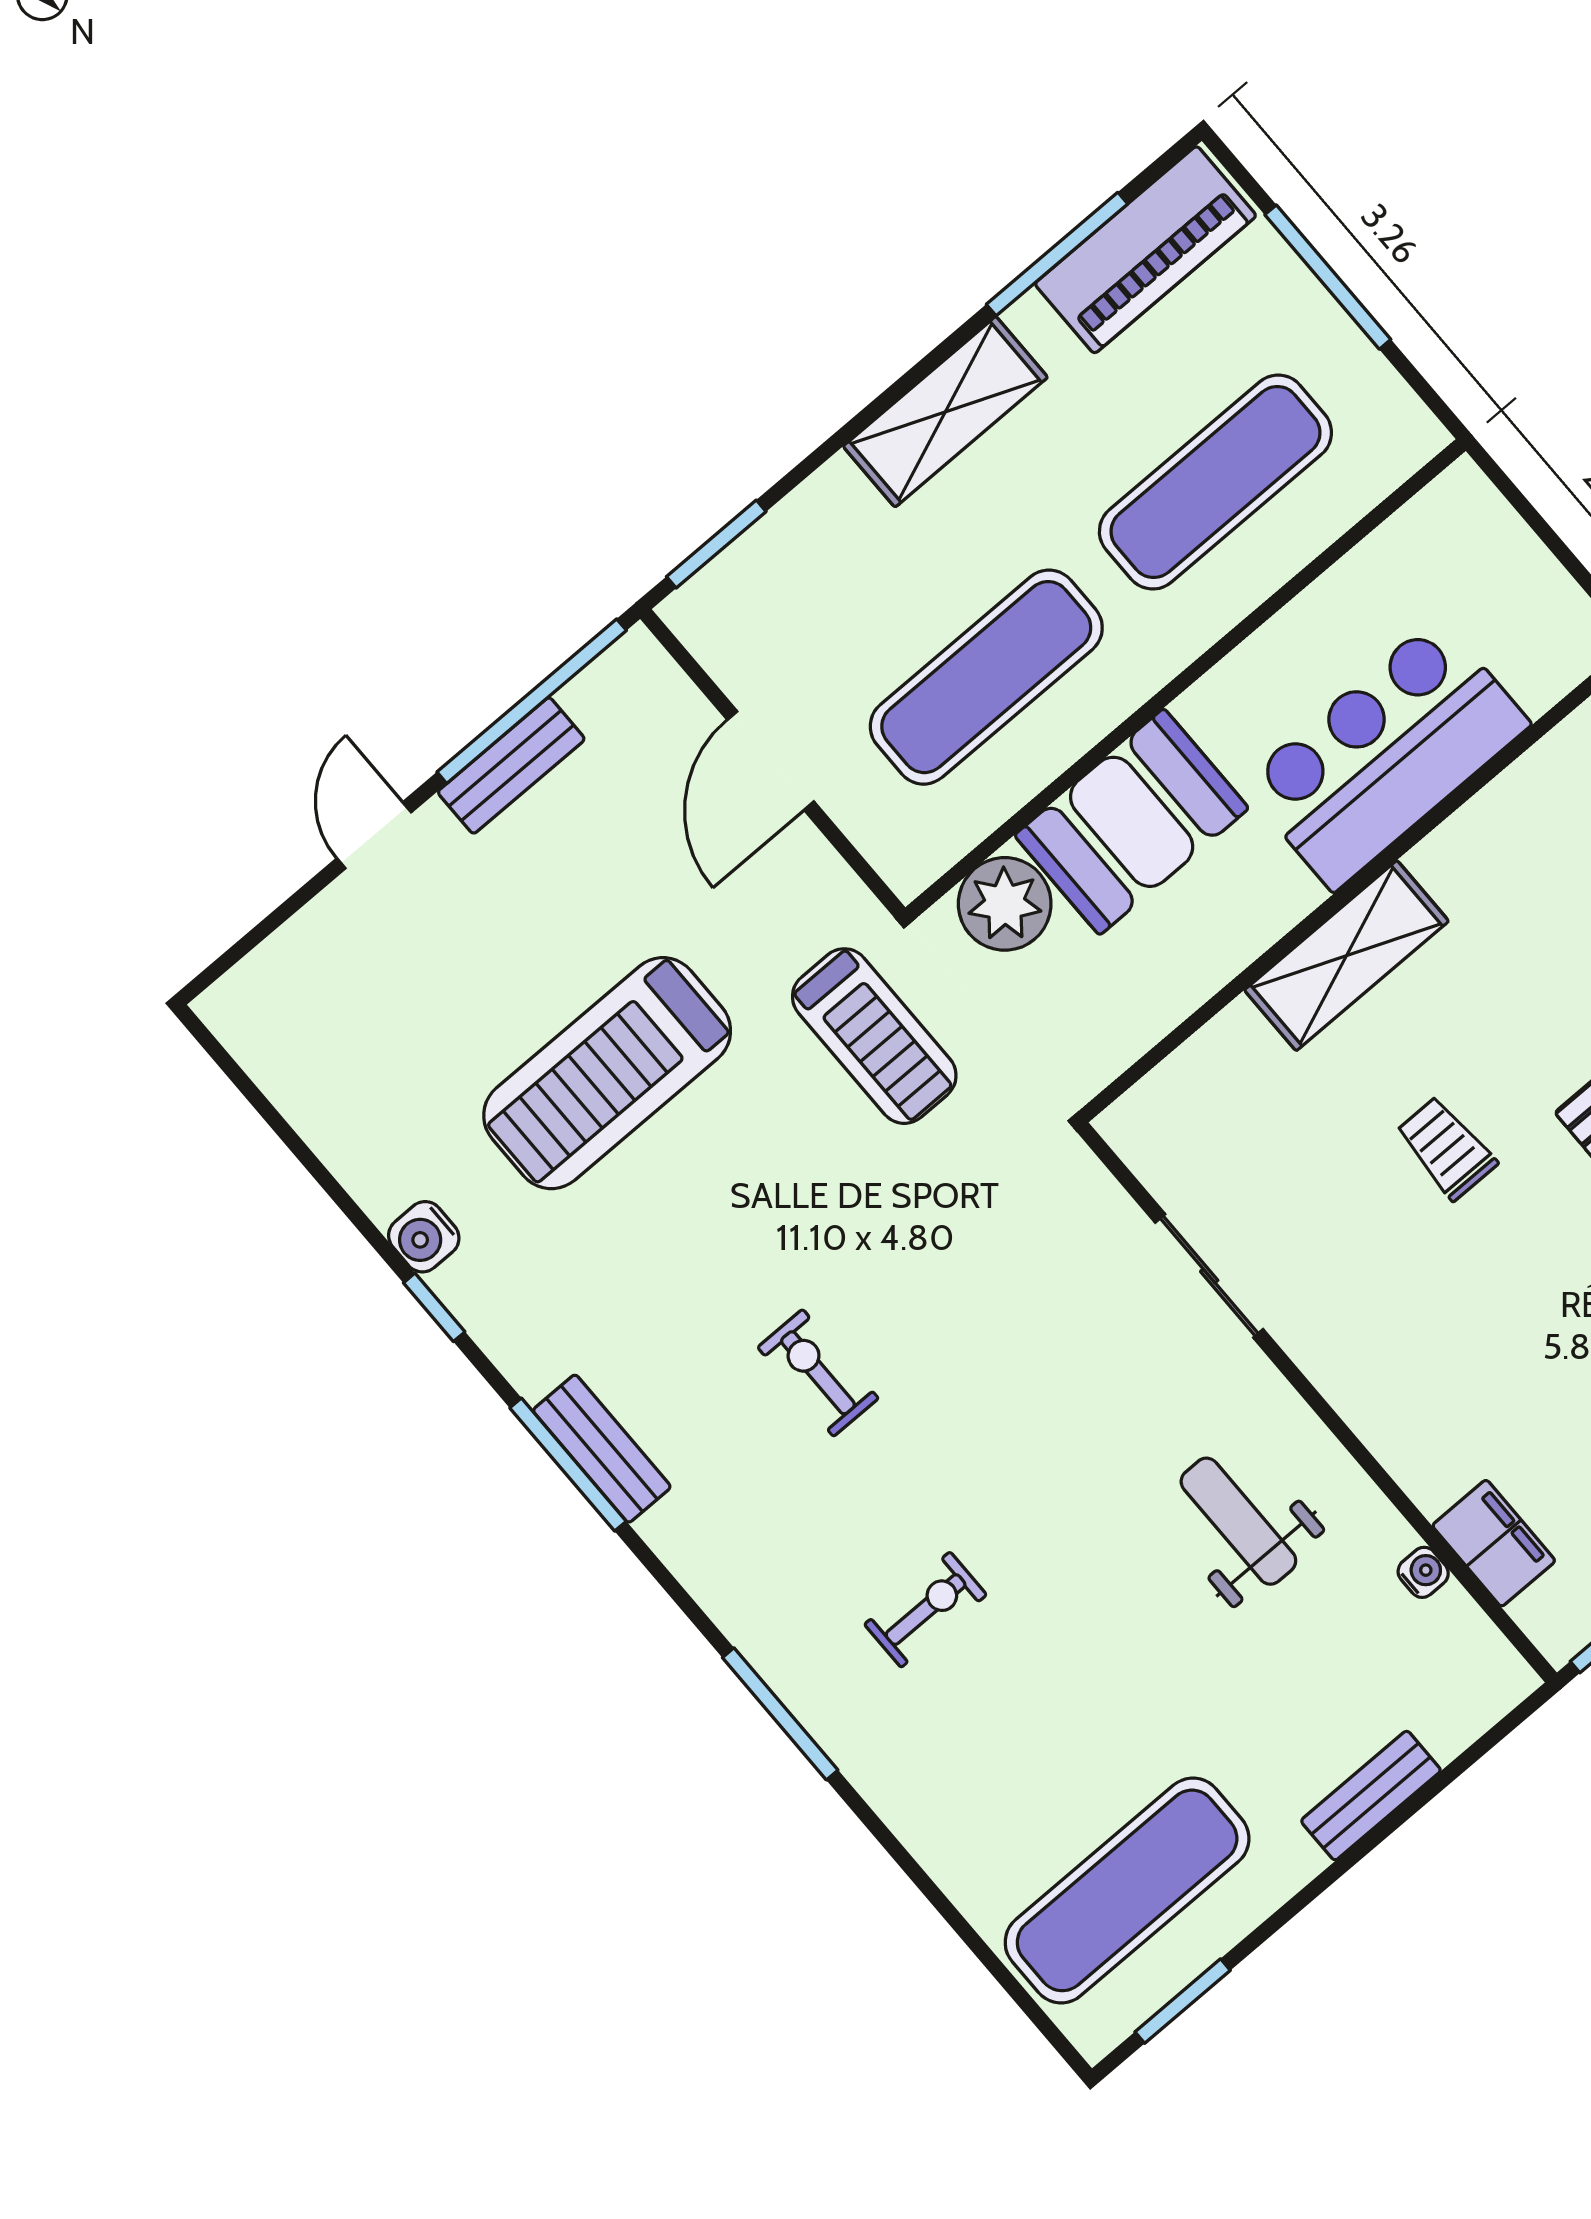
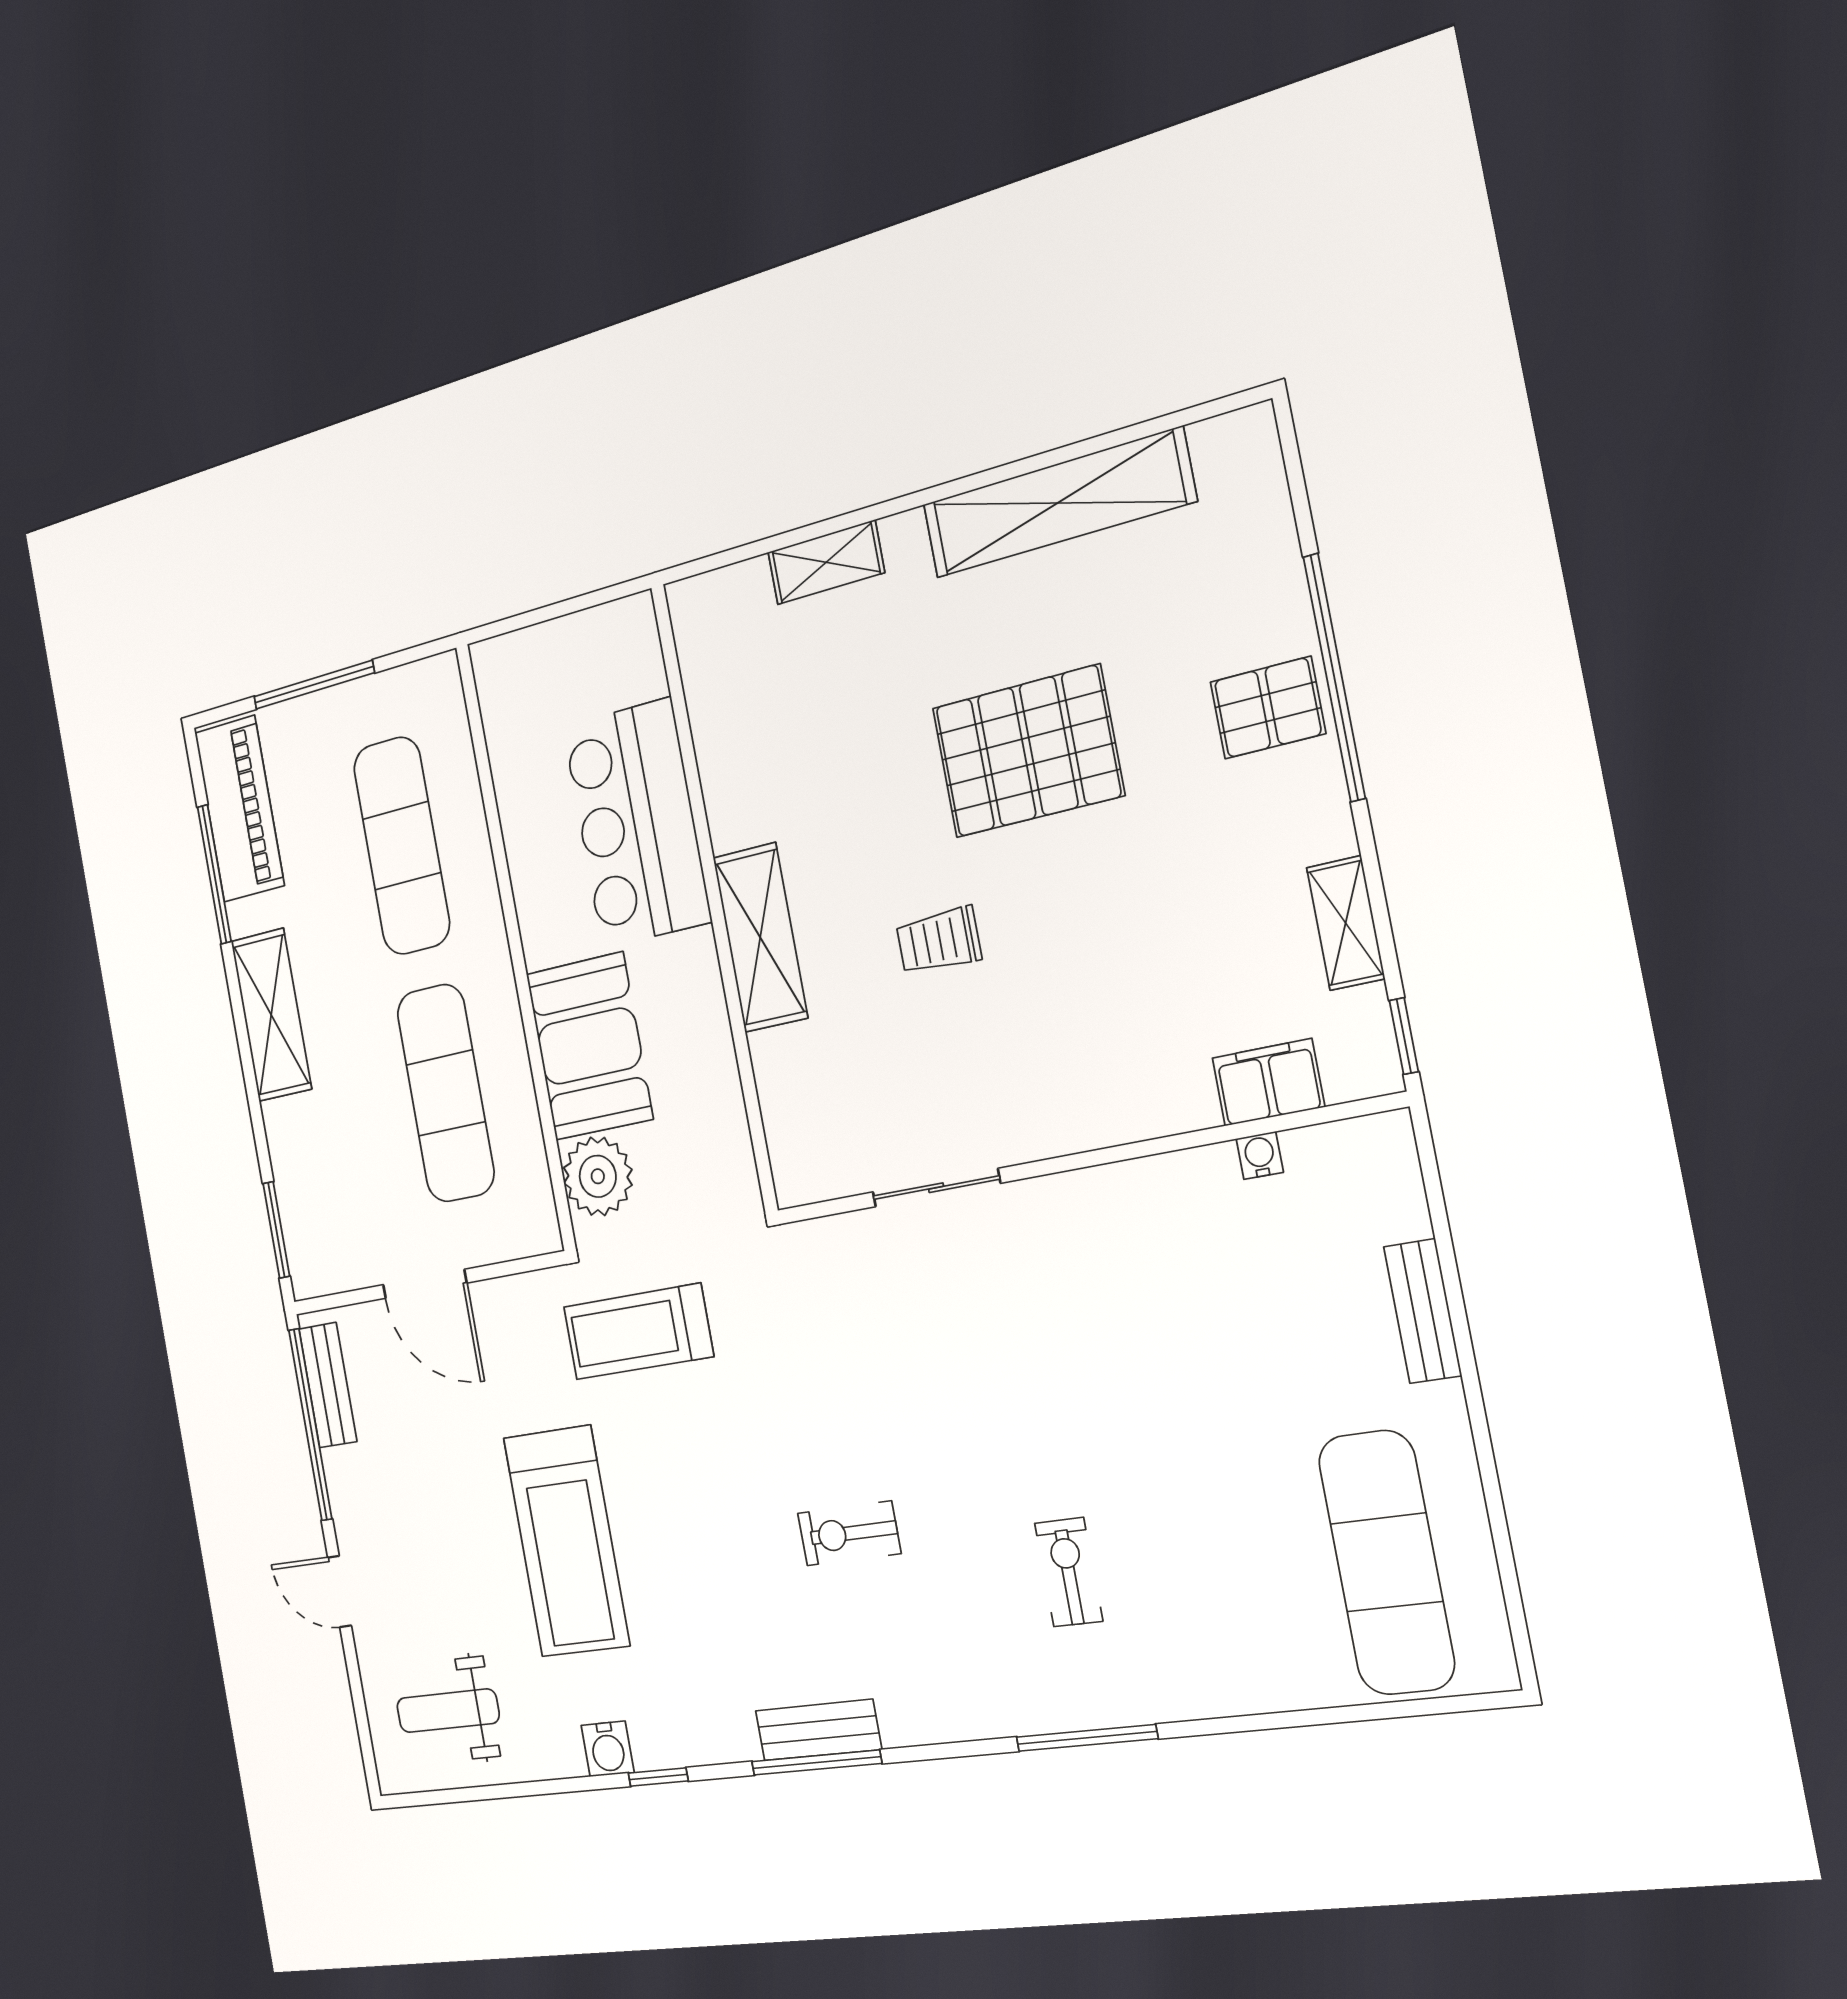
bench: (511, 766) -> (328, 1385), moved
treadmill: (874, 1036) -> (638, 1332), turned 180
weight bench: (1238, 1521) -> (448, 1711), moved
window: (1183, 2001) -> (1509, 1578), removed

